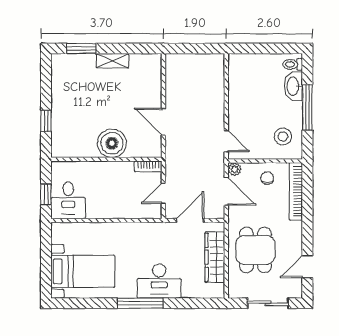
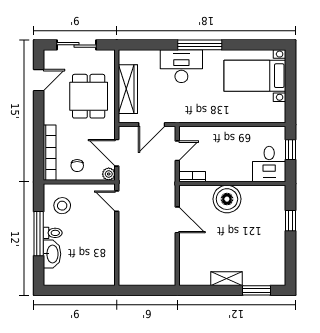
toilet: (293, 64) -> (53, 233), moved
desk: (68, 200) -> (269, 164), moved, turned 180

